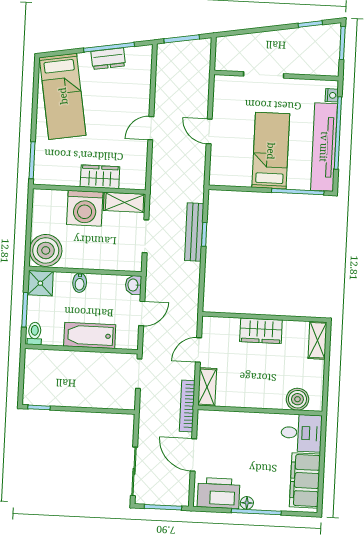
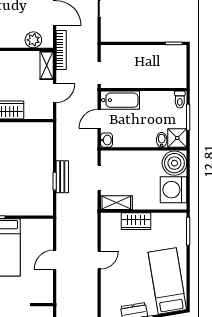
door: (209, 131) -> (55, 260), swing flipped
washing machine: (85, 208) -> (174, 190), moved, turned -90
bench: (194, 232) -> (62, 177), width x0.73
bidet: (80, 283) -> (162, 140), moved
bathtub: (90, 335) -> (120, 100), moved
plant: (223, 421) -> (33, 40), added

